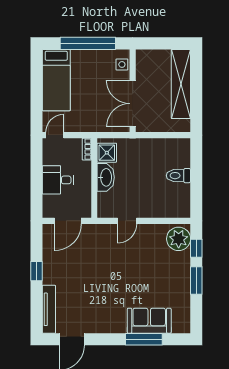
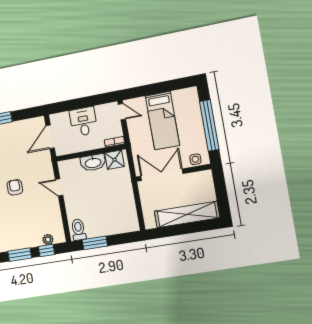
bed: (56, 80) -> (162, 121), moved, turned -90
toilet: (178, 176) -> (78, 230), moved
window: (196, 191) -> (95, 243), added
door: (68, 221) -> (50, 137), hinge flipped
plant: (179, 239) -> (48, 240), width x0.53, depth x0.53
armchair: (118, 272) -> (15, 187), added

